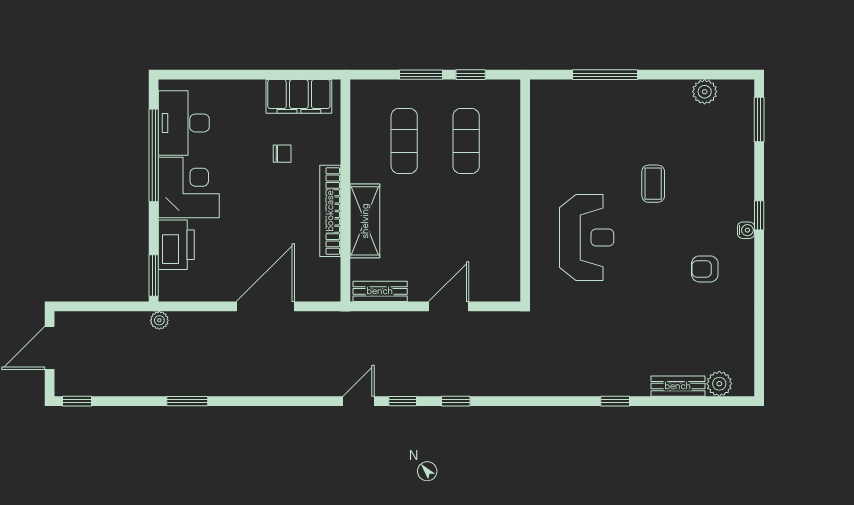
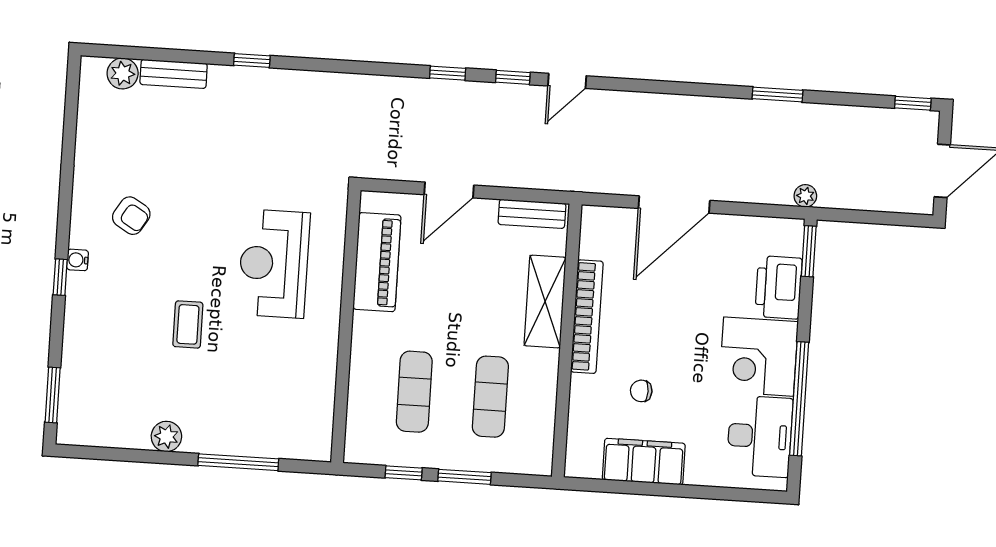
plant: (705, 92) -> (166, 436), moved
filing cabinet: (299, 96) -> (644, 462), moved
piano: (503, 244) -> (377, 262), added
armchair: (705, 269) -> (131, 216), turned 31

